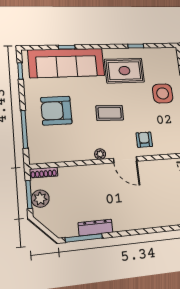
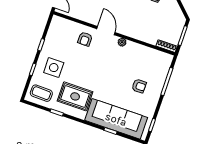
armchair: (56, 111) -> (139, 86), width x0.53, depth x0.53
coffee table: (110, 113) -> (41, 93), moved
plant: (40, 199) -> (176, 30), removed

